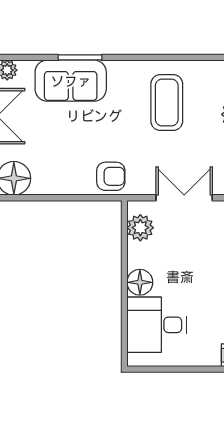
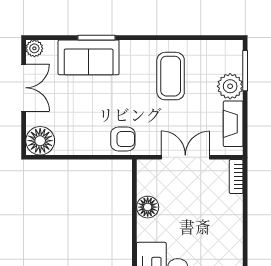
plant: (140, 228) -> (148, 183), removed
floor lamp: (140, 282) -> (148, 207), moved

